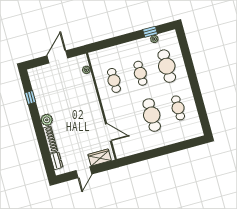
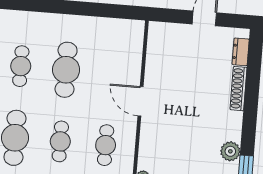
plant: (47, 120) -> (230, 151), moved
door: (109, 132) -> (140, 101), moved
wardrobe: (100, 157) -> (171, 33), removed

